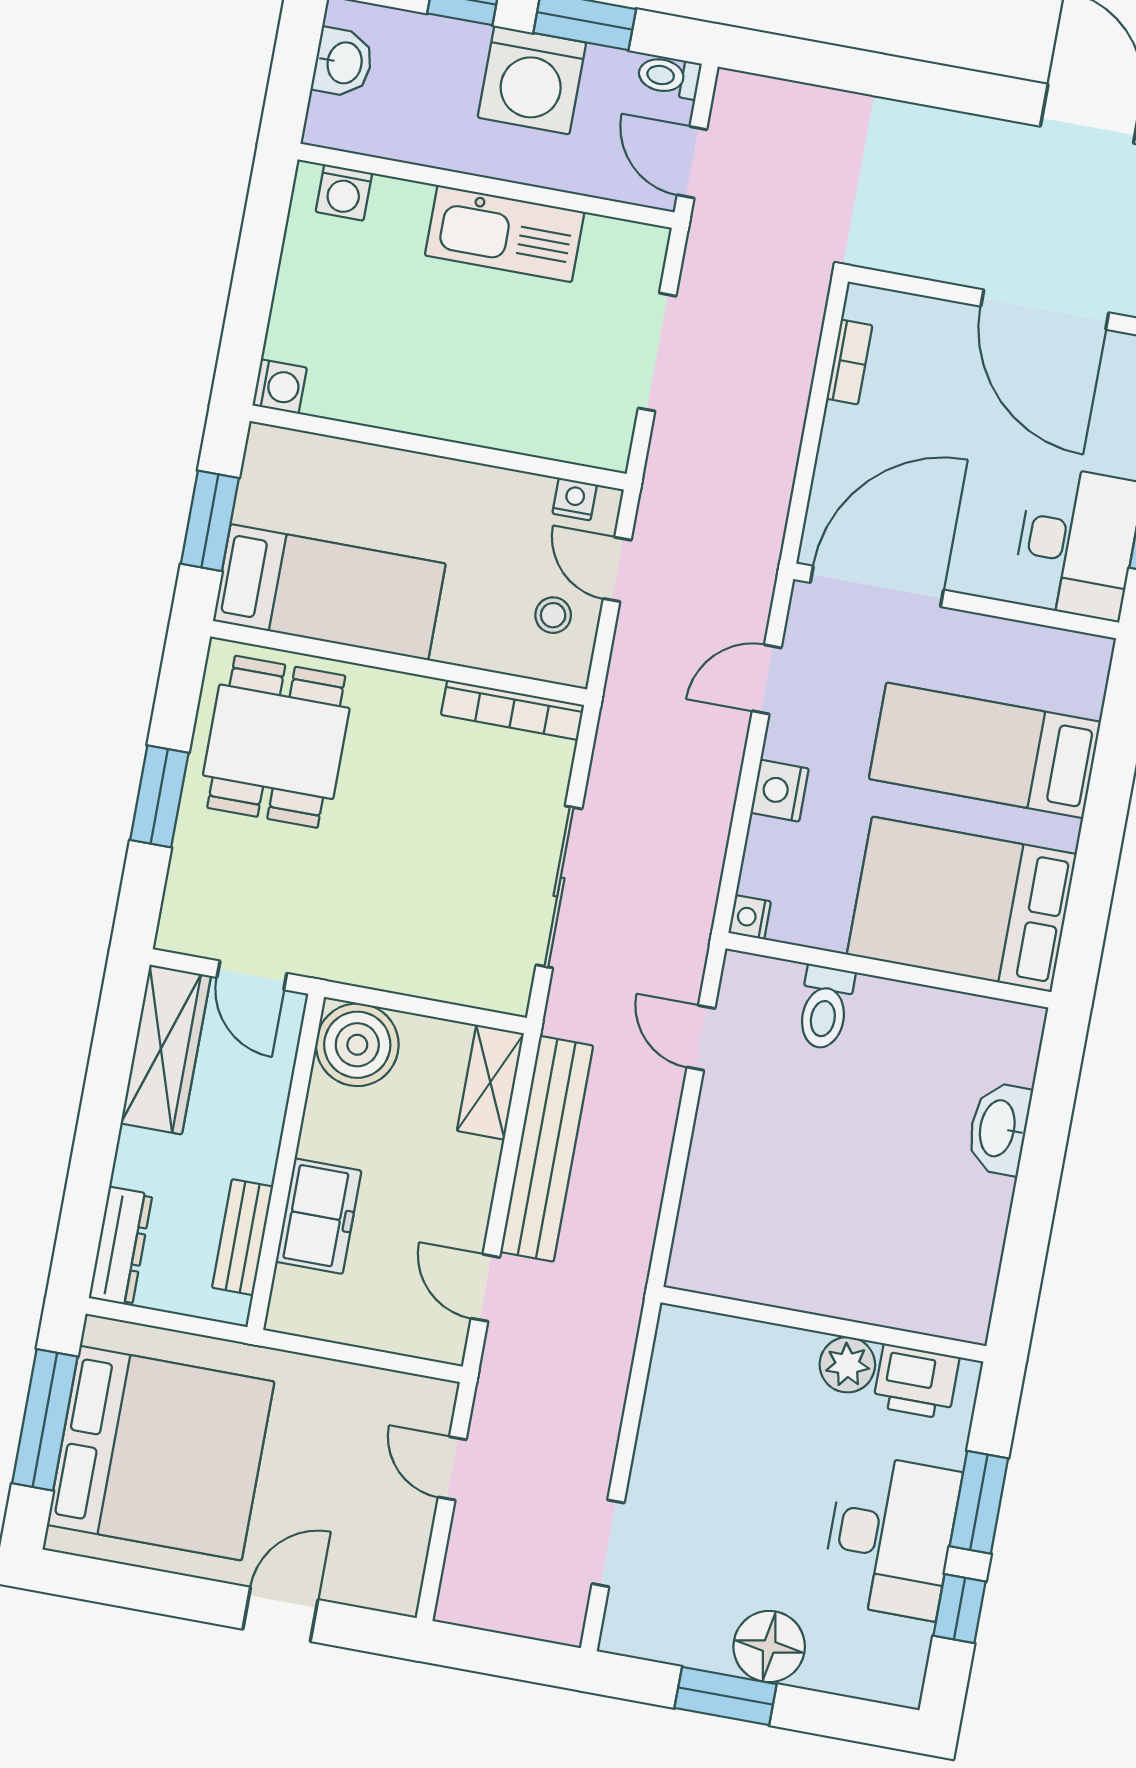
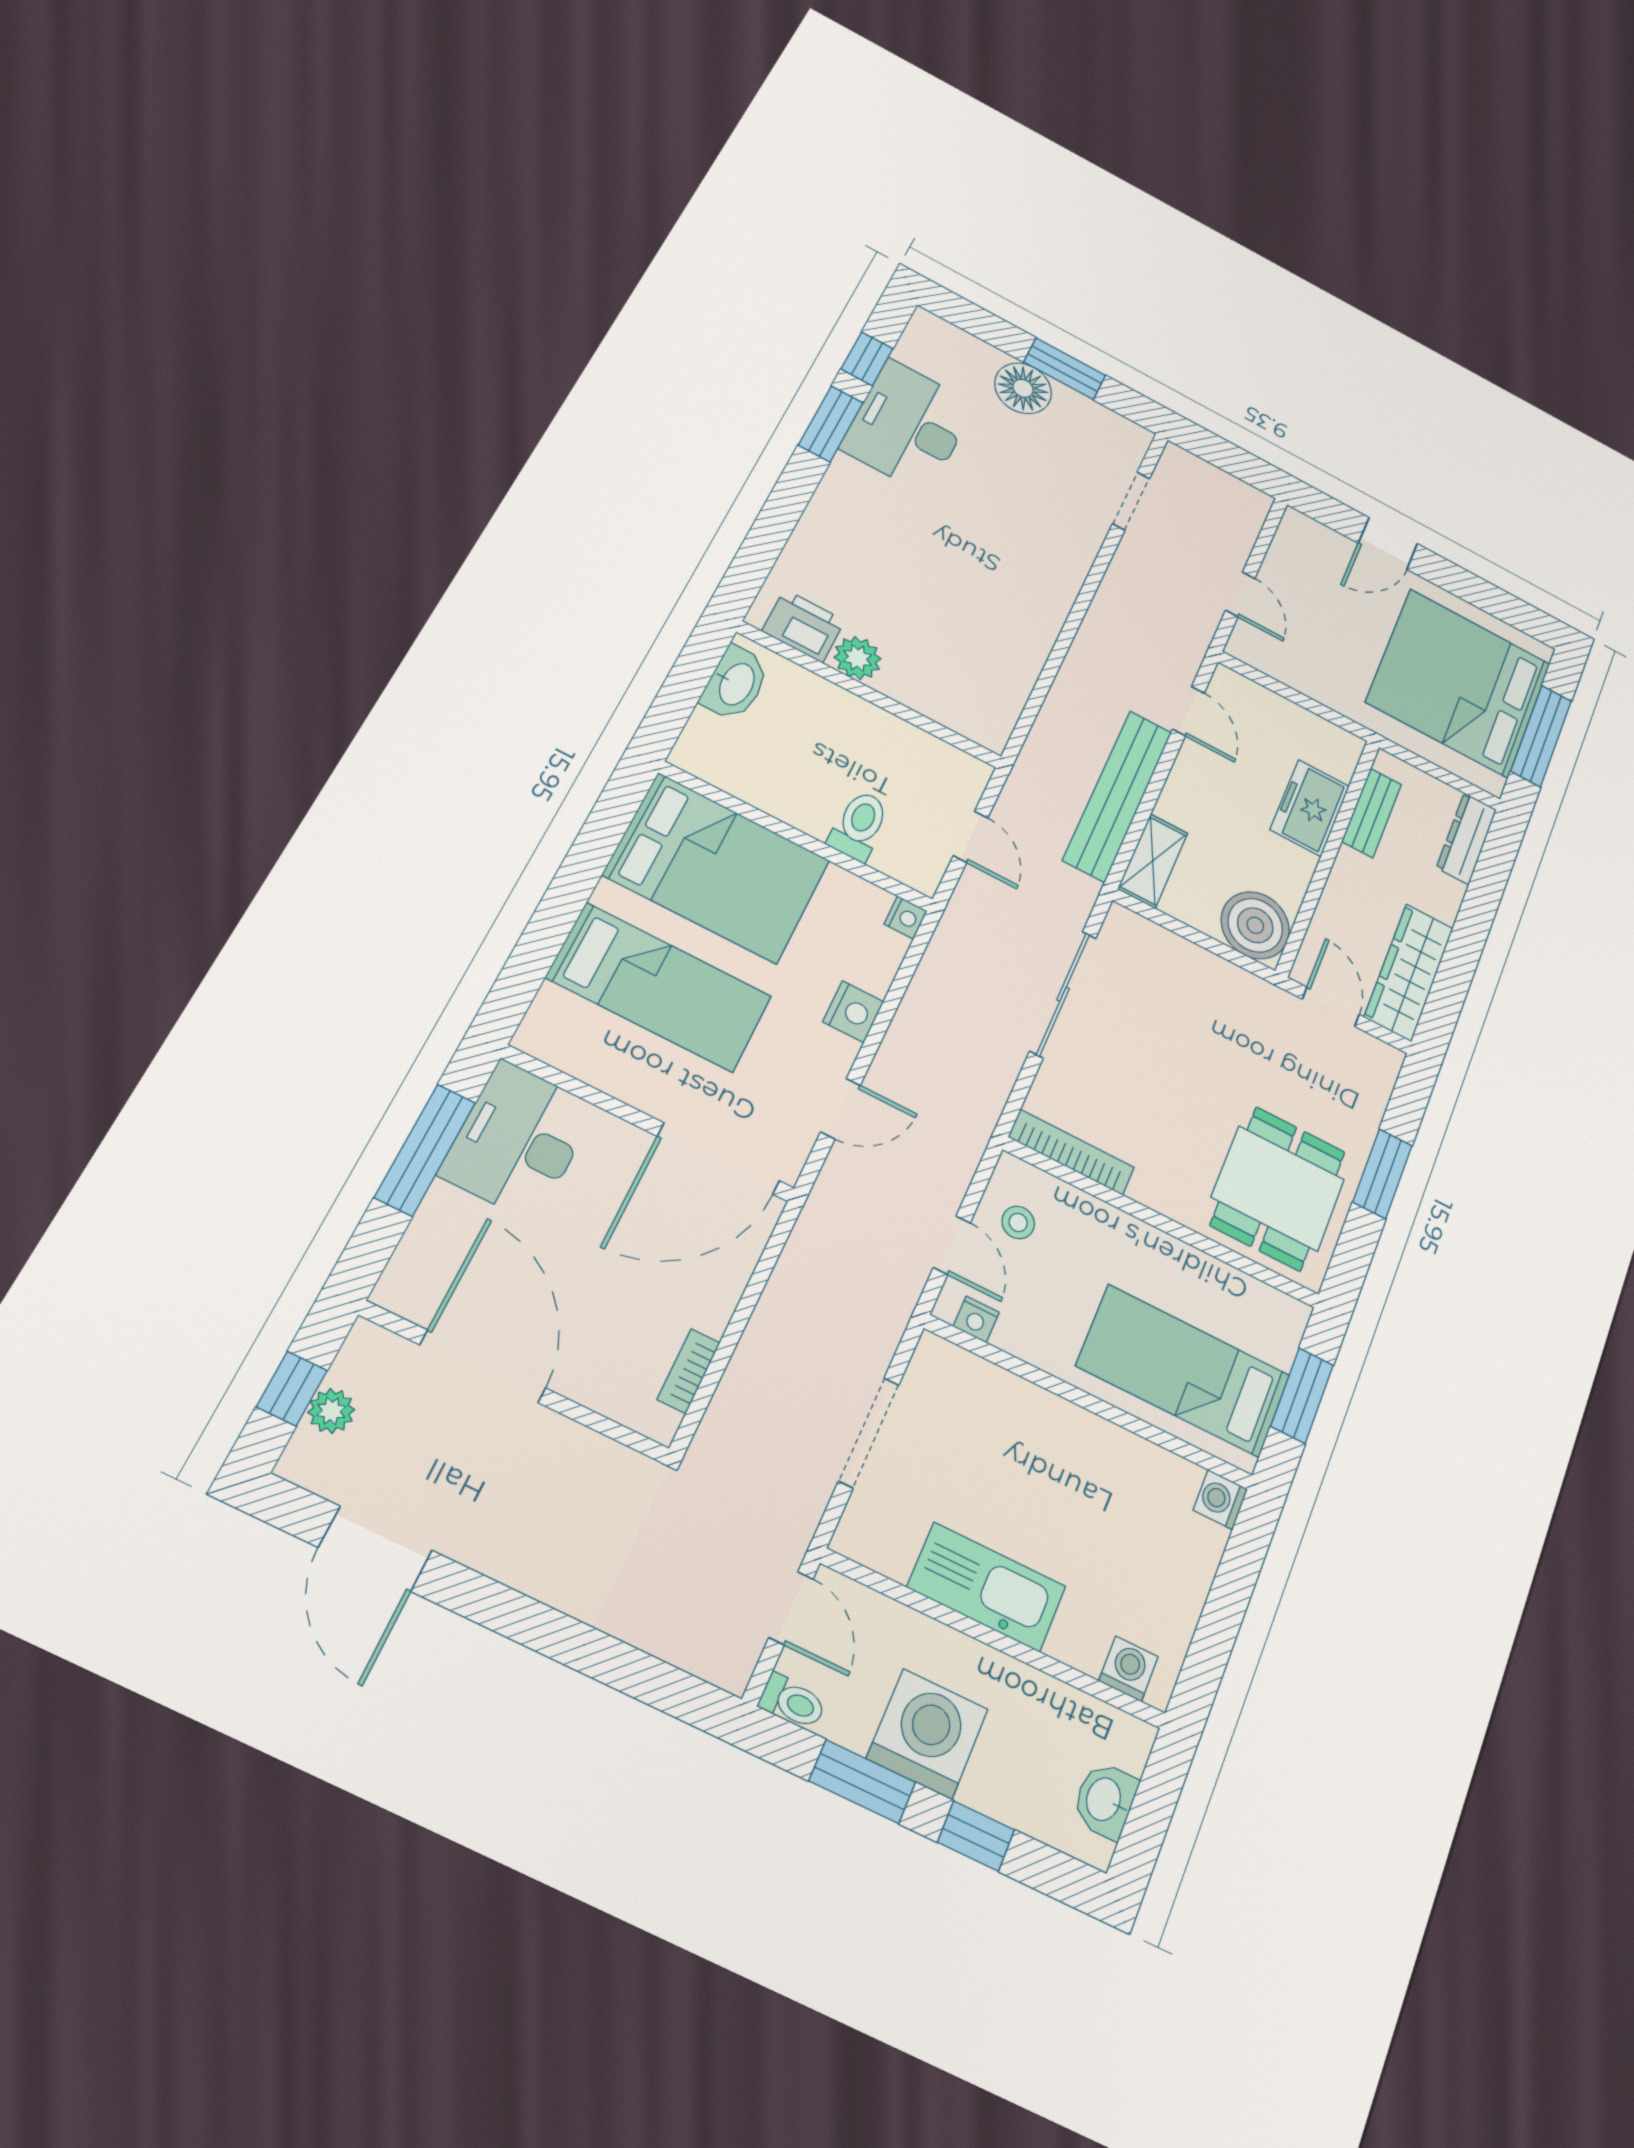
bed: (329, 592) -> (1183, 1371), moved
wall: (823, 1324) -> (870, 695), moved
plant: (847, 1365) -> (858, 658), moved
printer: (916, 1382) -> (803, 626), moved

